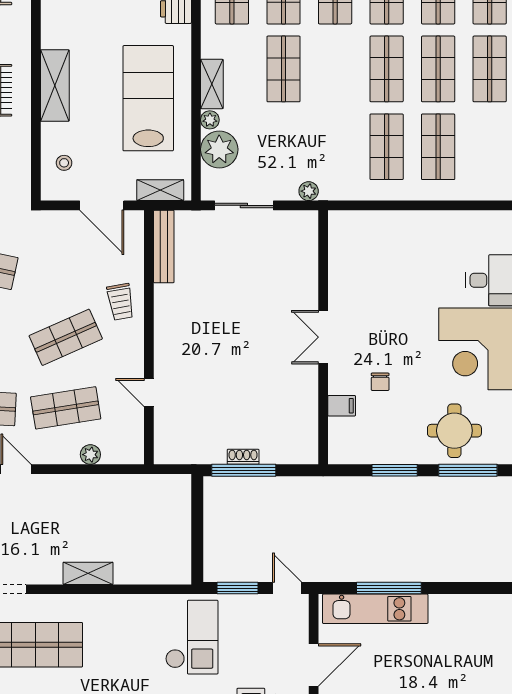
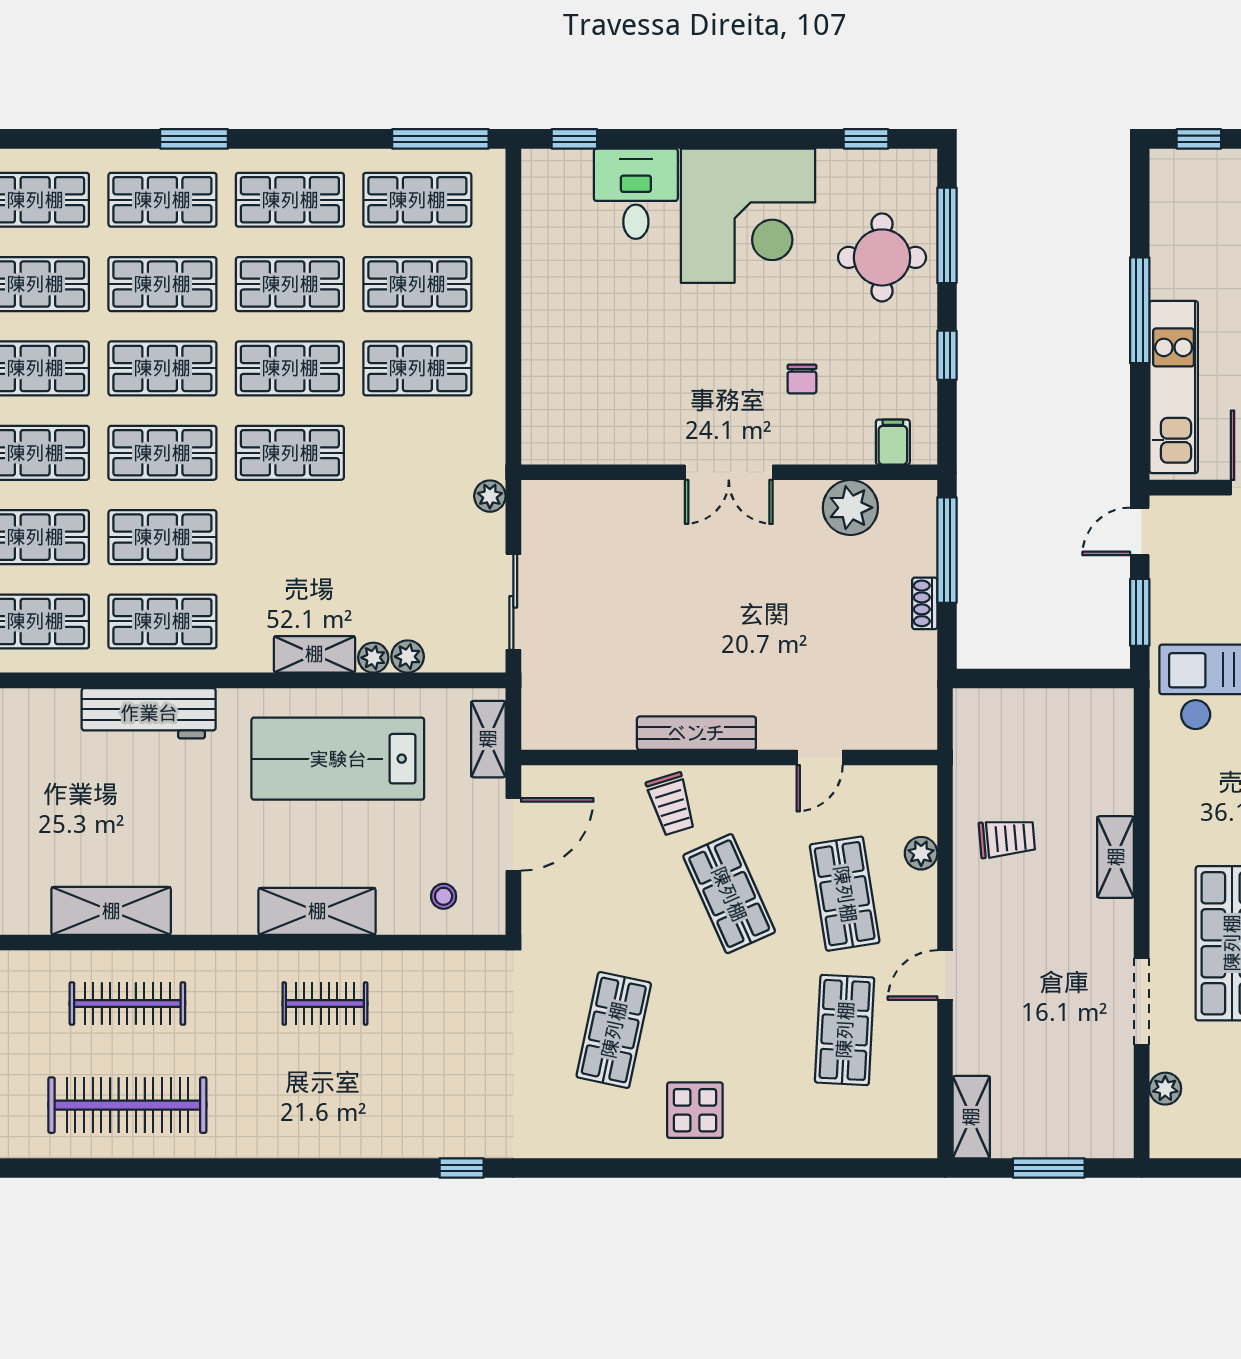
shop shelf: (283, 69) -> (290, 453), moved
shop shelf: (490, 147) -> (417, 200), added
plant: (219, 149) -> (408, 657), width x0.53, depth x0.53
bench: (164, 246) -> (696, 733), moved
trolley: (121, 302) -> (671, 804), turned 83
chair: (380, 382) -> (802, 379), turned 90
filing cabinet: (342, 406) -> (893, 442), moved
plant: (302, 411) -> (850, 508), added
window: (244, 470) -> (947, 550), moved
window: (395, 470) -> (947, 355), width x0.67
trolley: (100, 507) -> (1007, 838), added
window: (389, 588) -> (1140, 310), moved

